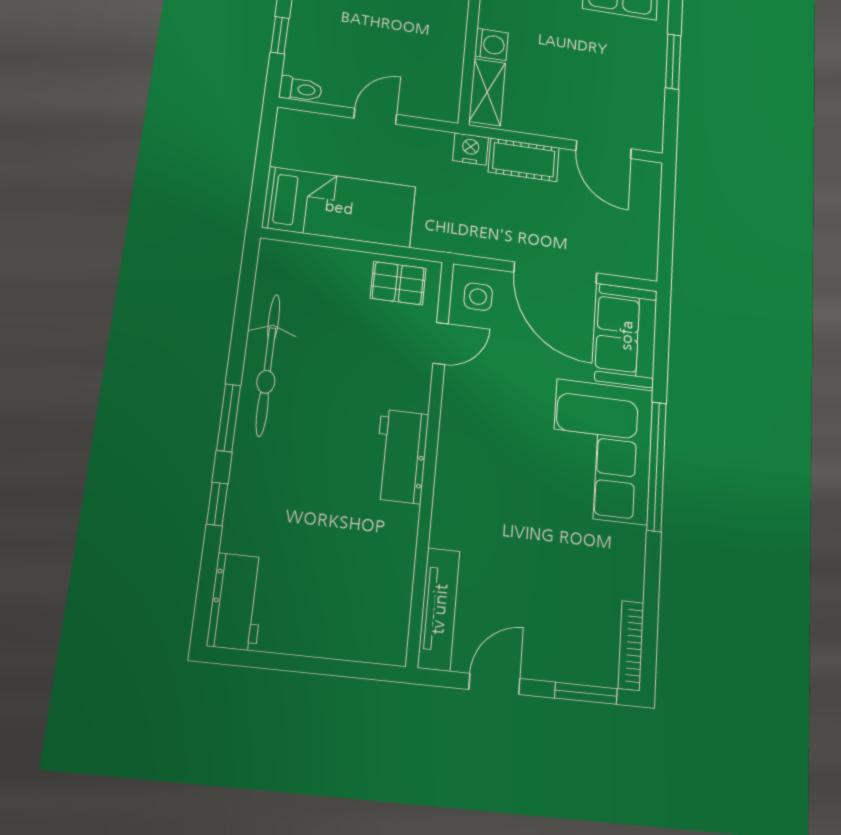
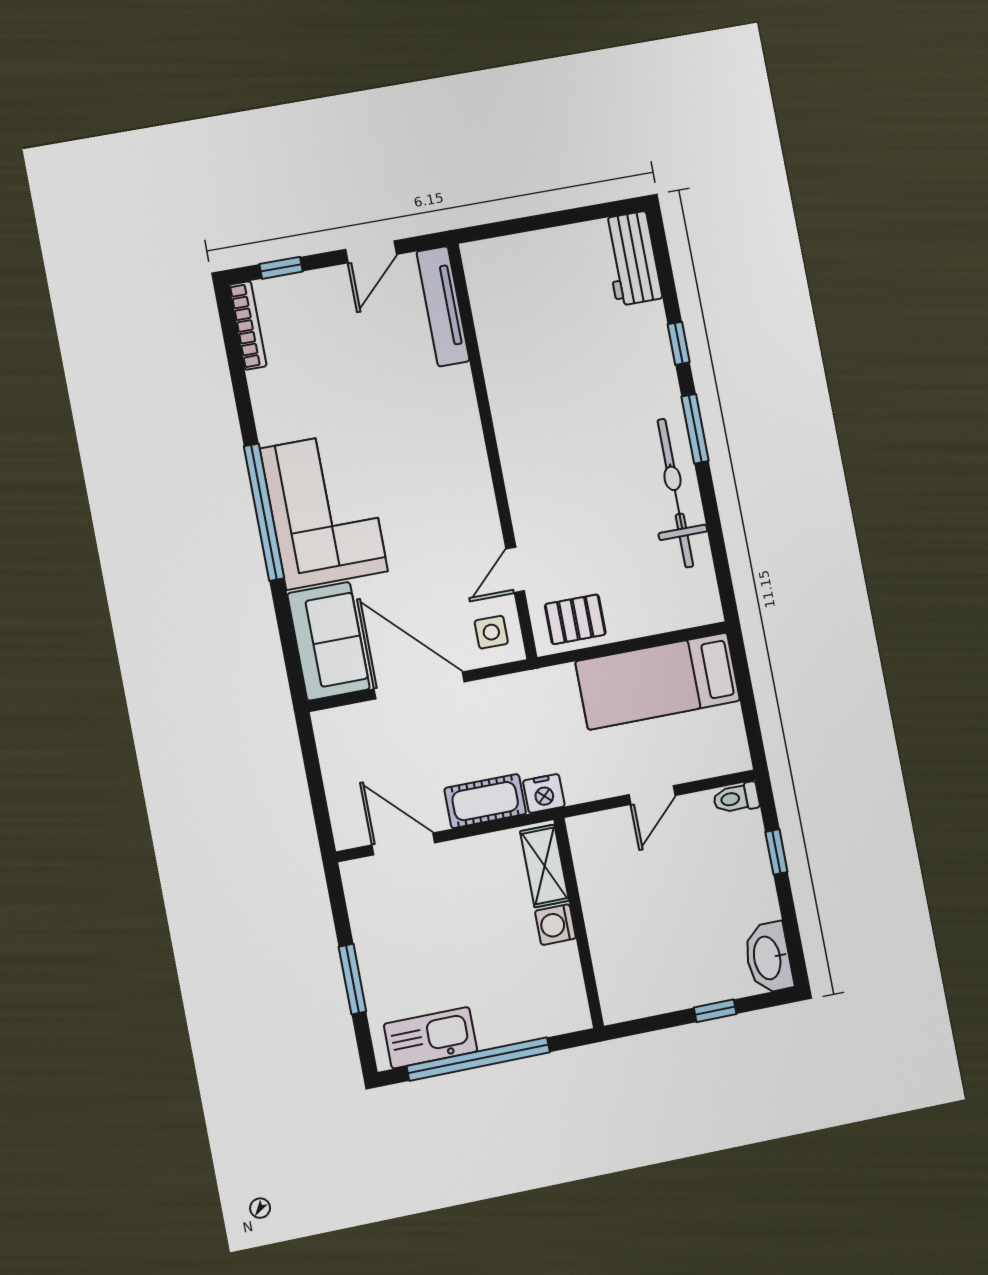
workbench: (401, 456) -> (521, 443), removed
window: (586, 693) -> (281, 268), width x0.67

